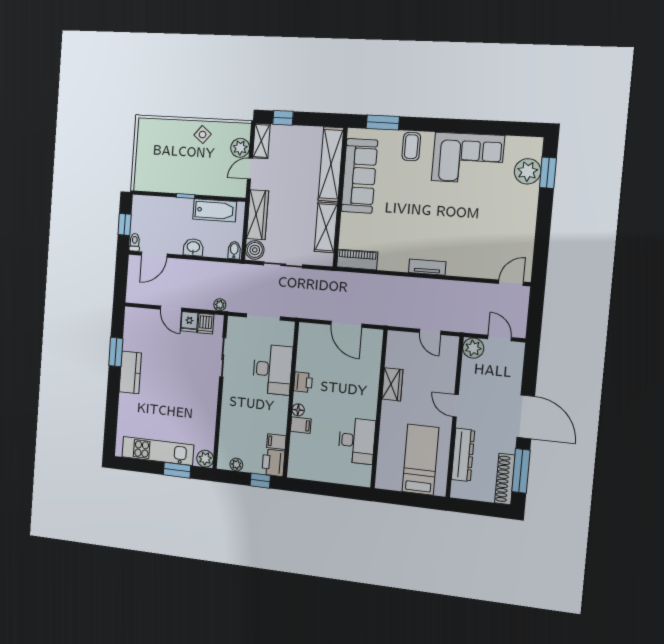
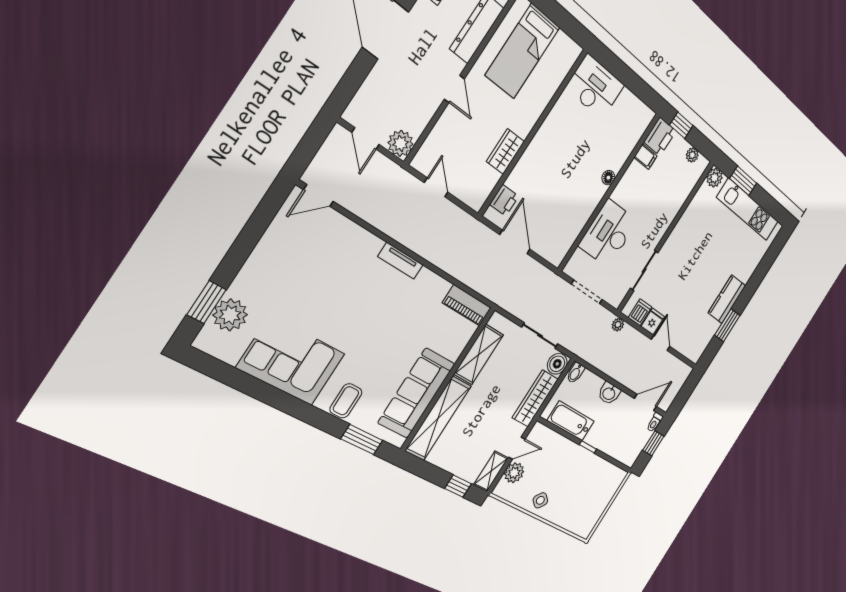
printer: (303, 382) -> (504, 200), moved, turned 180
filing cabinet: (301, 425) -> (615, 160), removed
desk: (357, 441) -> (595, 87), moved, turned 90

